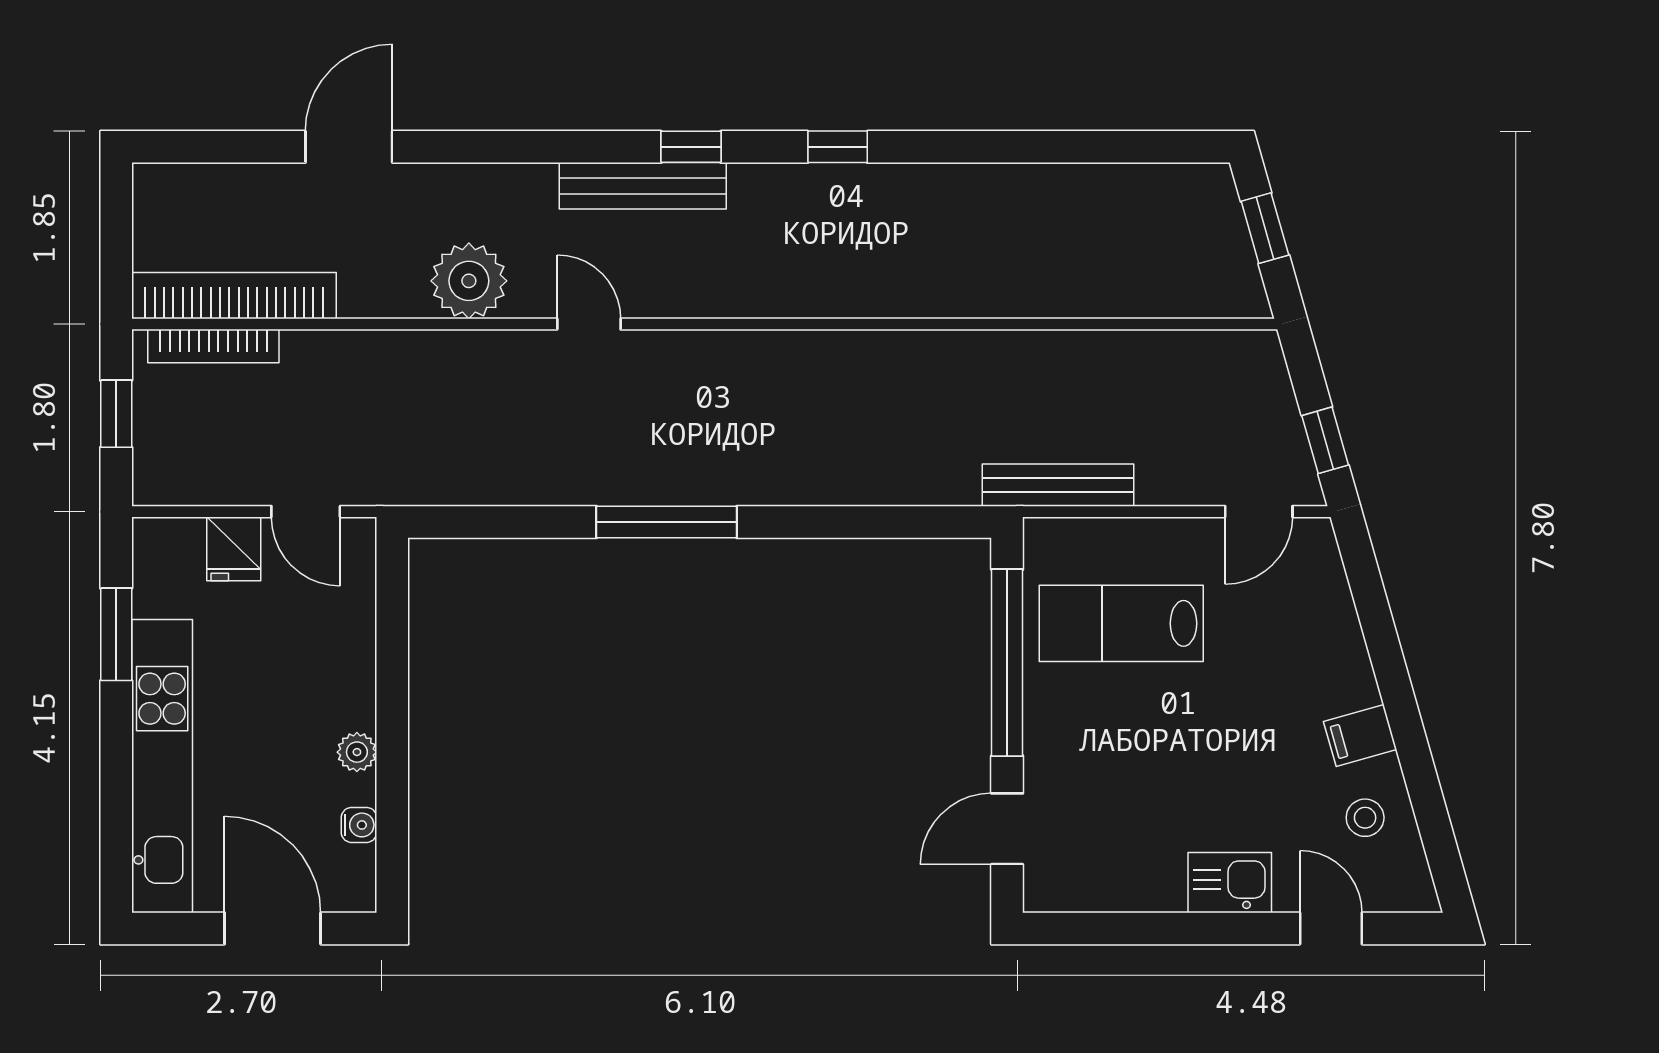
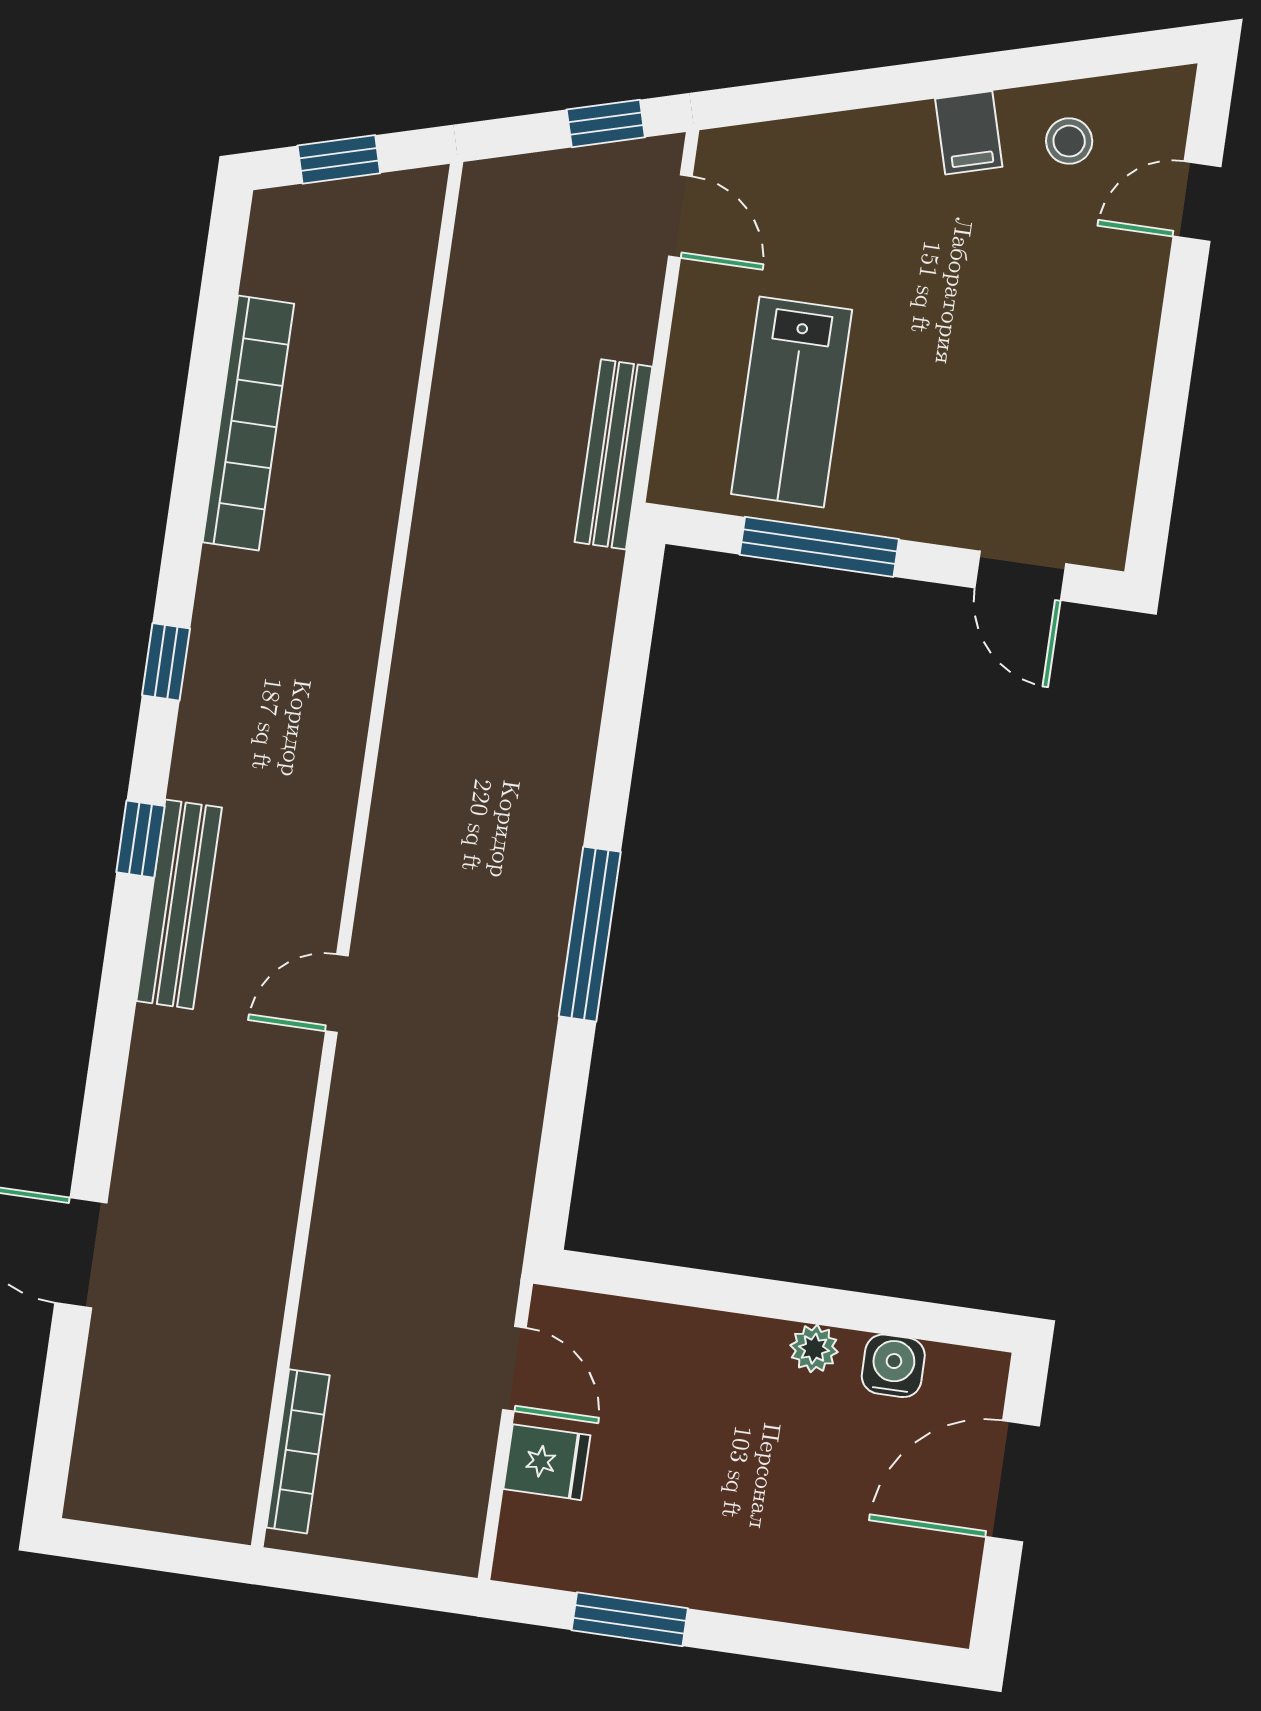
plant: (469, 281) -> (264, 1131), removed
bookcase: (234, 296) -> (248, 423), moved, turned 180
window: (116, 414) -> (363, 1581), removed
door: (306, 512) -> (514, 1369), hinge flipped
window: (1007, 663) -> (819, 547), width x0.68
kitchen unit: (162, 766) -> (797, 1587), removed
water cooler: (359, 825) -> (893, 1366), width x1.38, depth x1.38
kitchen sink: (1230, 883) -> (1124, 316), removed

